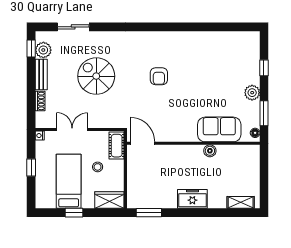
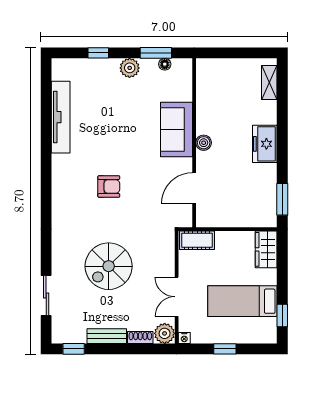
tv unit: (213, 38) -> (61, 117), added
plant: (43, 50) -> (165, 333), moved
sofa: (219, 129) -> (177, 129), moved
floor lamp: (255, 133) -> (165, 64), moved
door: (143, 143) -> (194, 188), moved
boiler: (210, 151) -> (204, 143), moved
stool: (98, 167) -> (224, 264), removed
window: (74, 213) -> (282, 315), moved

